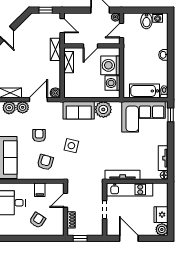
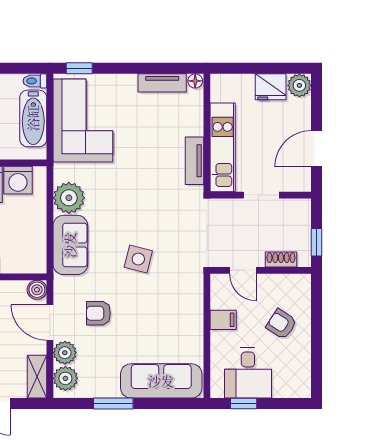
armchair: (39, 136) -> (98, 313), moved
armchair: (45, 162) -> (170, 309), removed
tv unit: (123, 175) -> (194, 161), width x0.71

